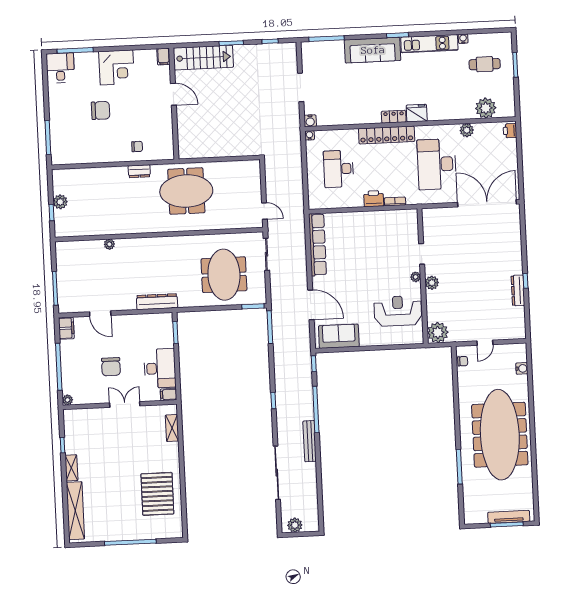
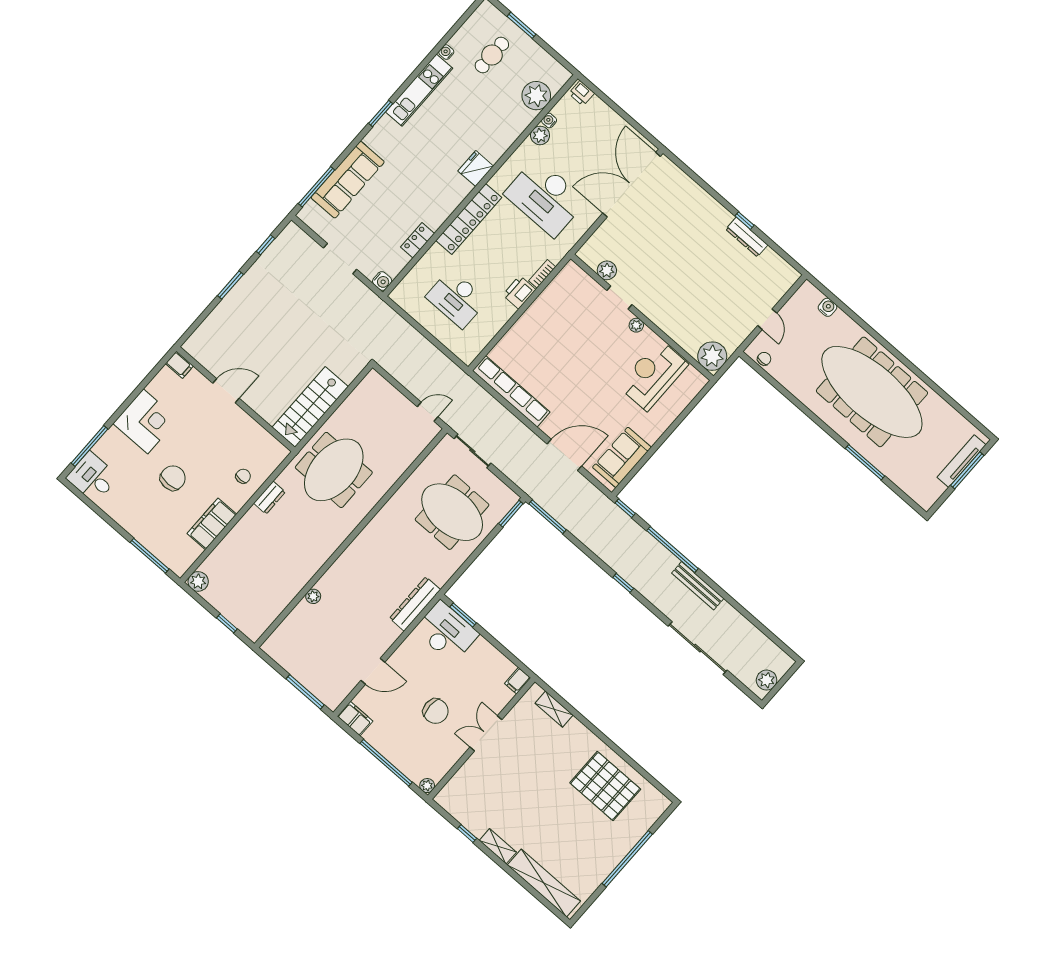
sofa: (373, 50) -> (348, 180), moved
stairs: (203, 58) -> (310, 407), moved, turned 180
locker: (394, 117) -> (418, 240), moved
water cooler: (310, 135) -> (549, 120), moved
filing cabinet: (96, 154) -> (212, 524), added
plant: (60, 202) -> (198, 581), moved
plant: (432, 283) -> (607, 270), moved
desk: (160, 368) -> (446, 632), moved

